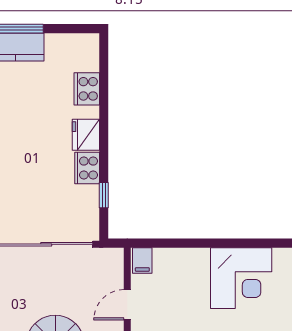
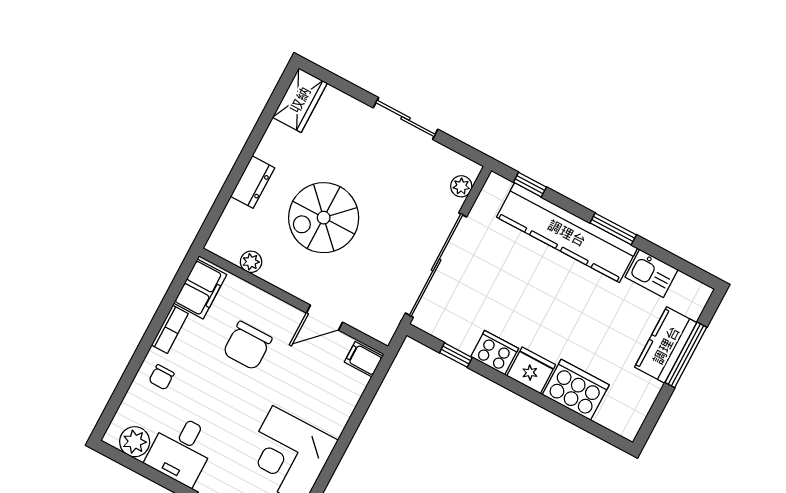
cooker: (87, 89) -> (576, 390), width x1.37, depth x1.31
door: (127, 305) -> (325, 318), swing flipped

